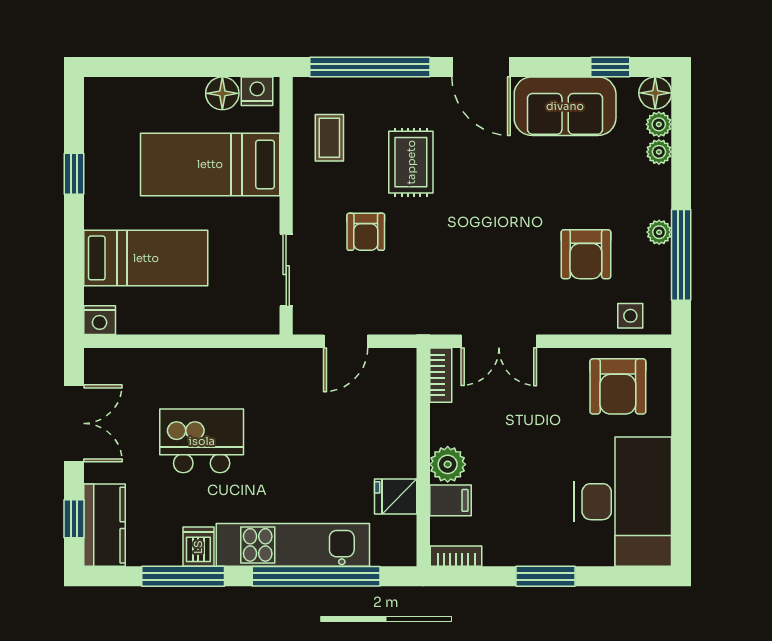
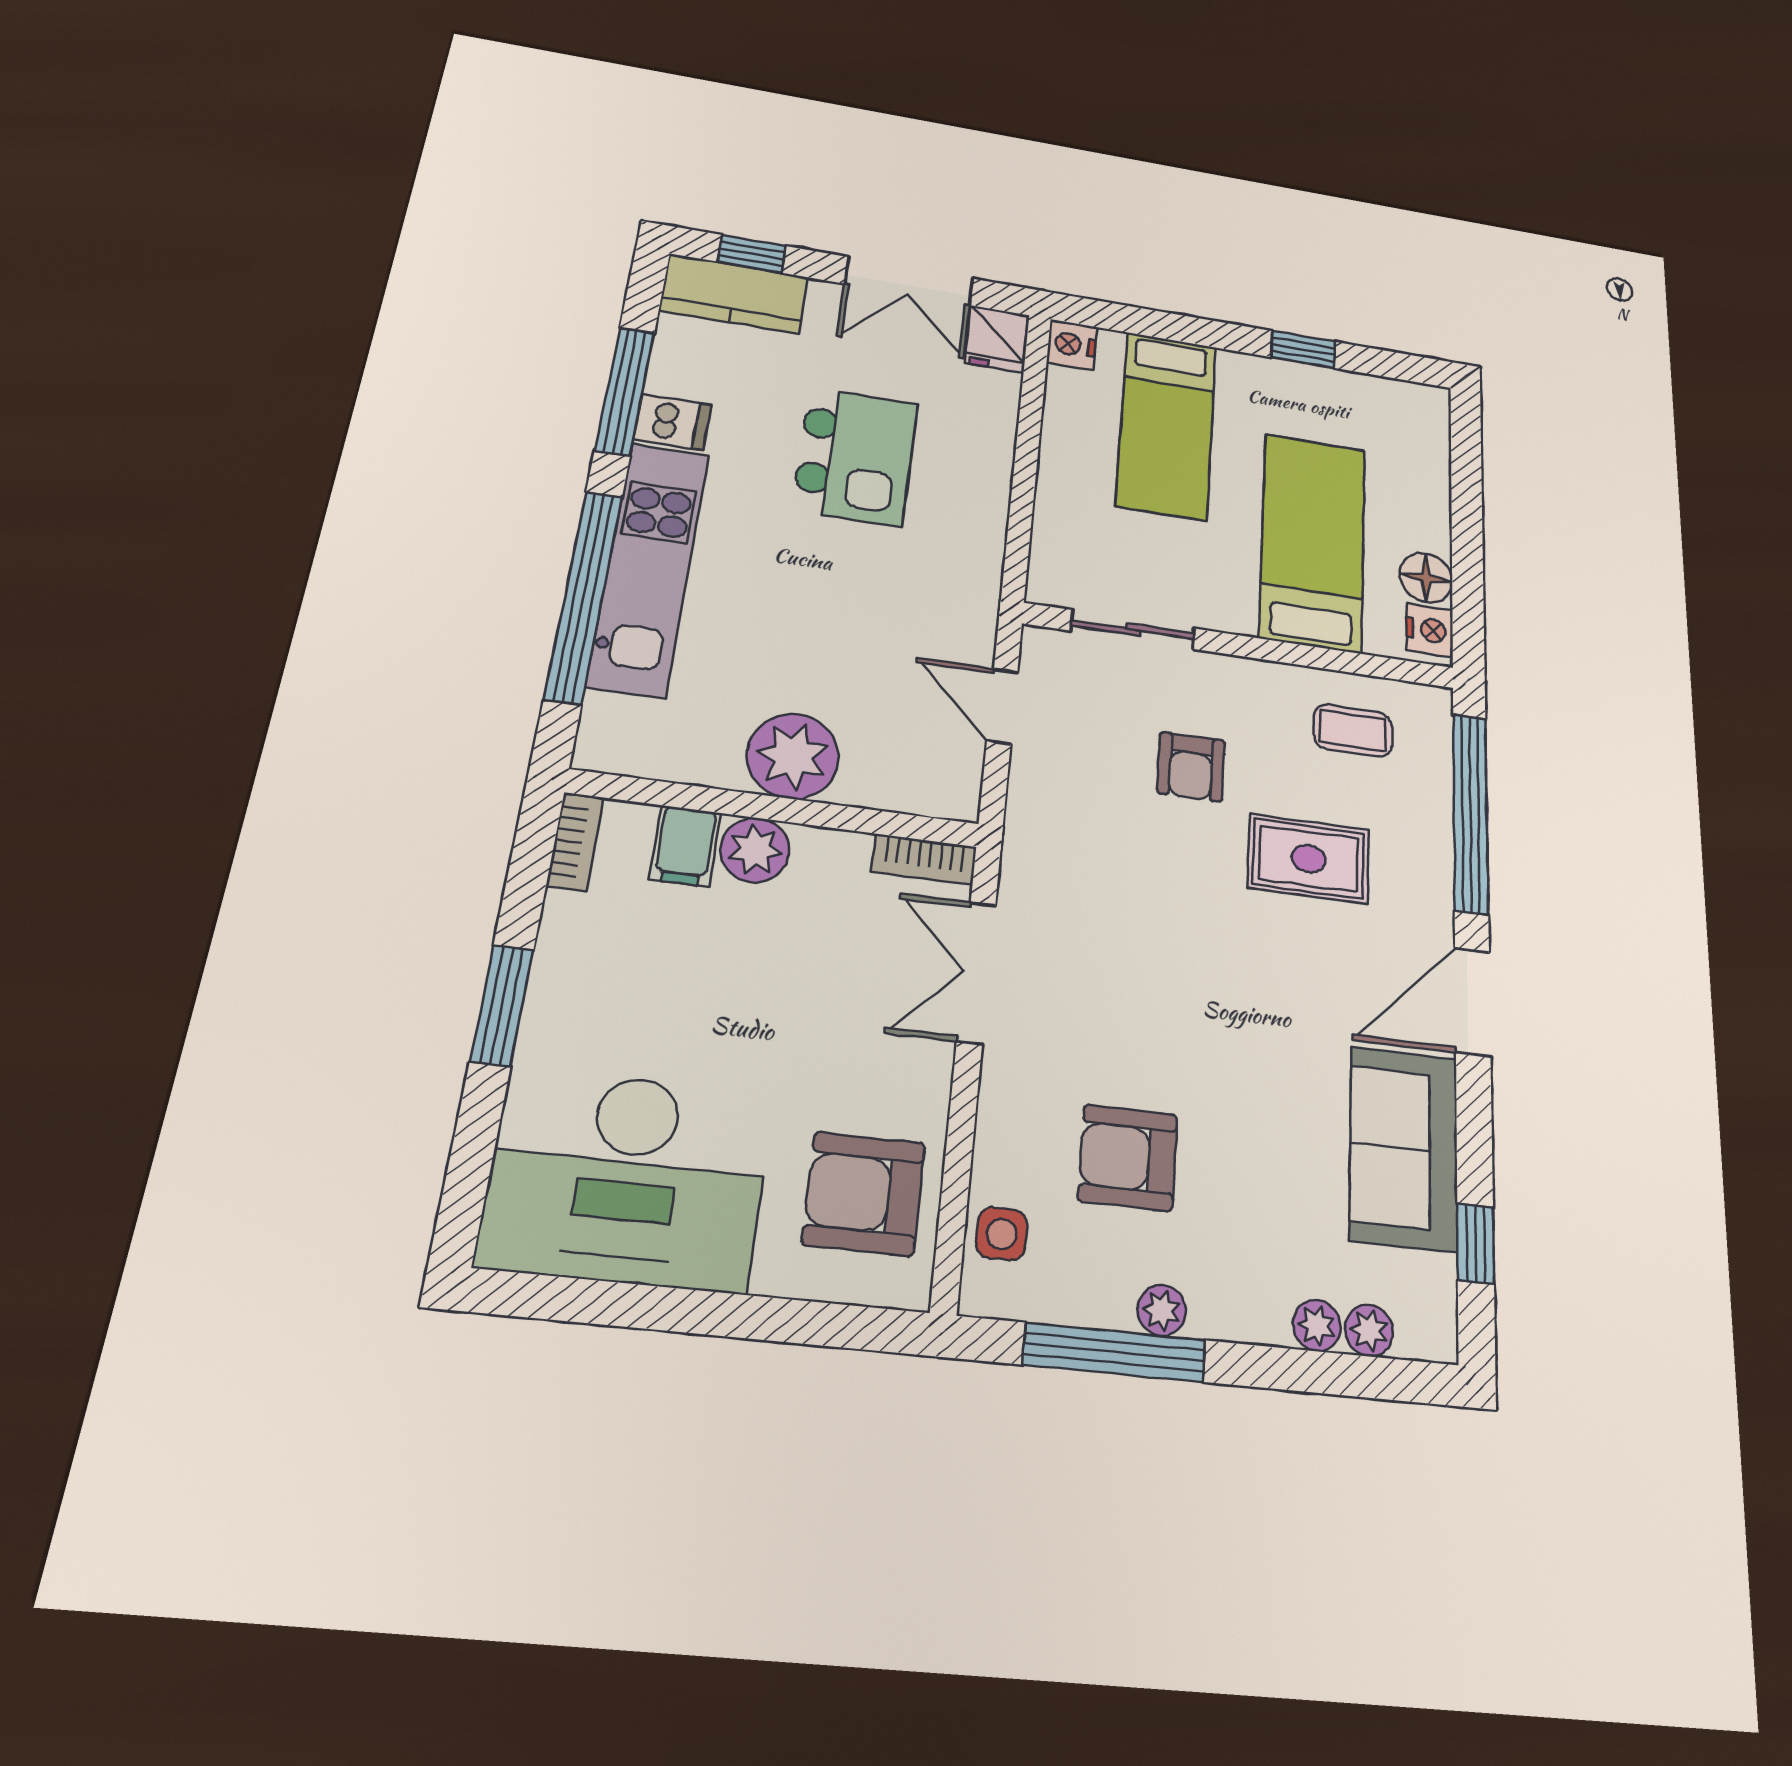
floor lamp: (655, 93) -> (1428, 1329), removed
armchair: (366, 232) -> (1191, 767), turned -90
plant: (392, 452) -> (793, 756), added
fridge: (396, 497) -> (997, 339), moved, turned 180

